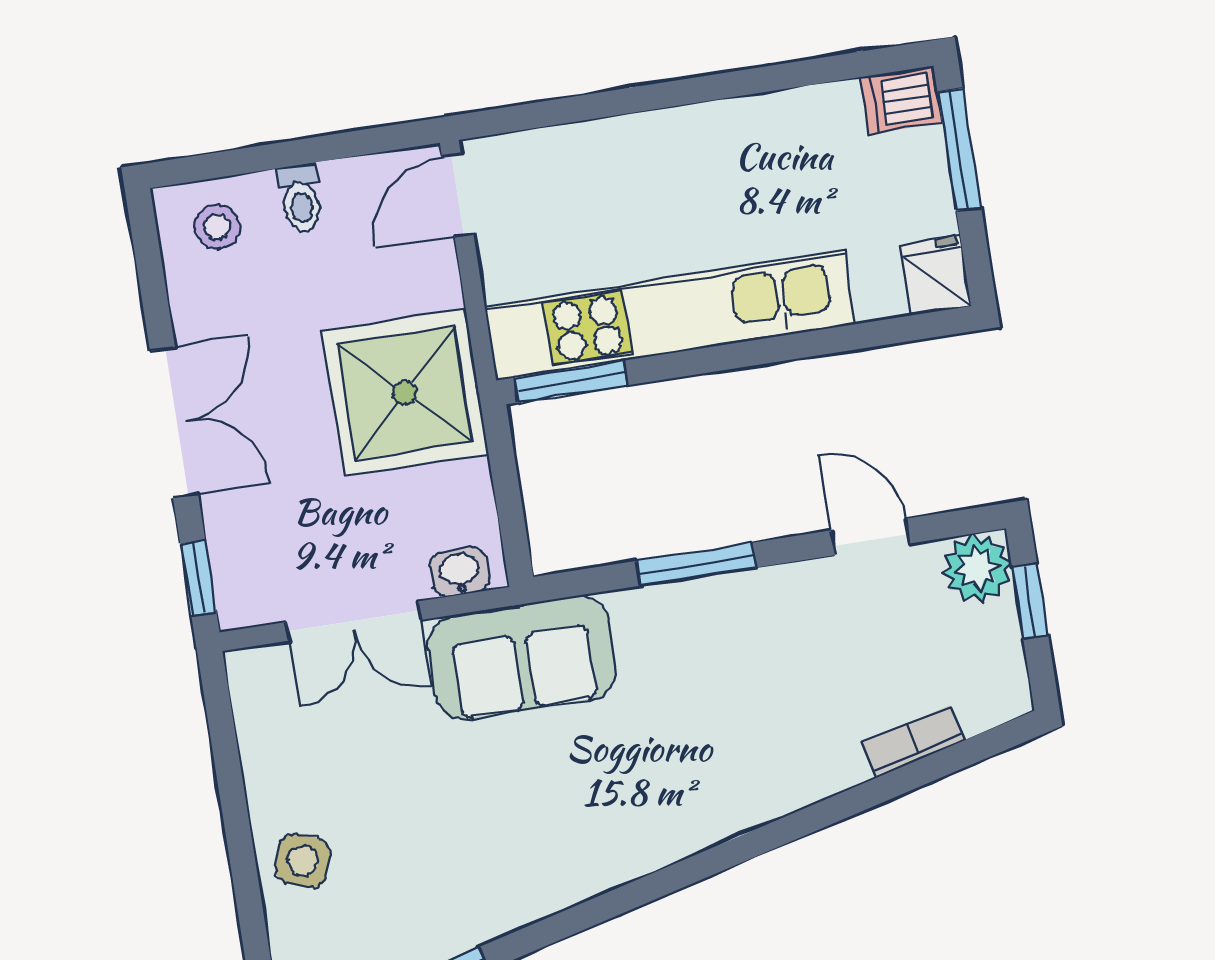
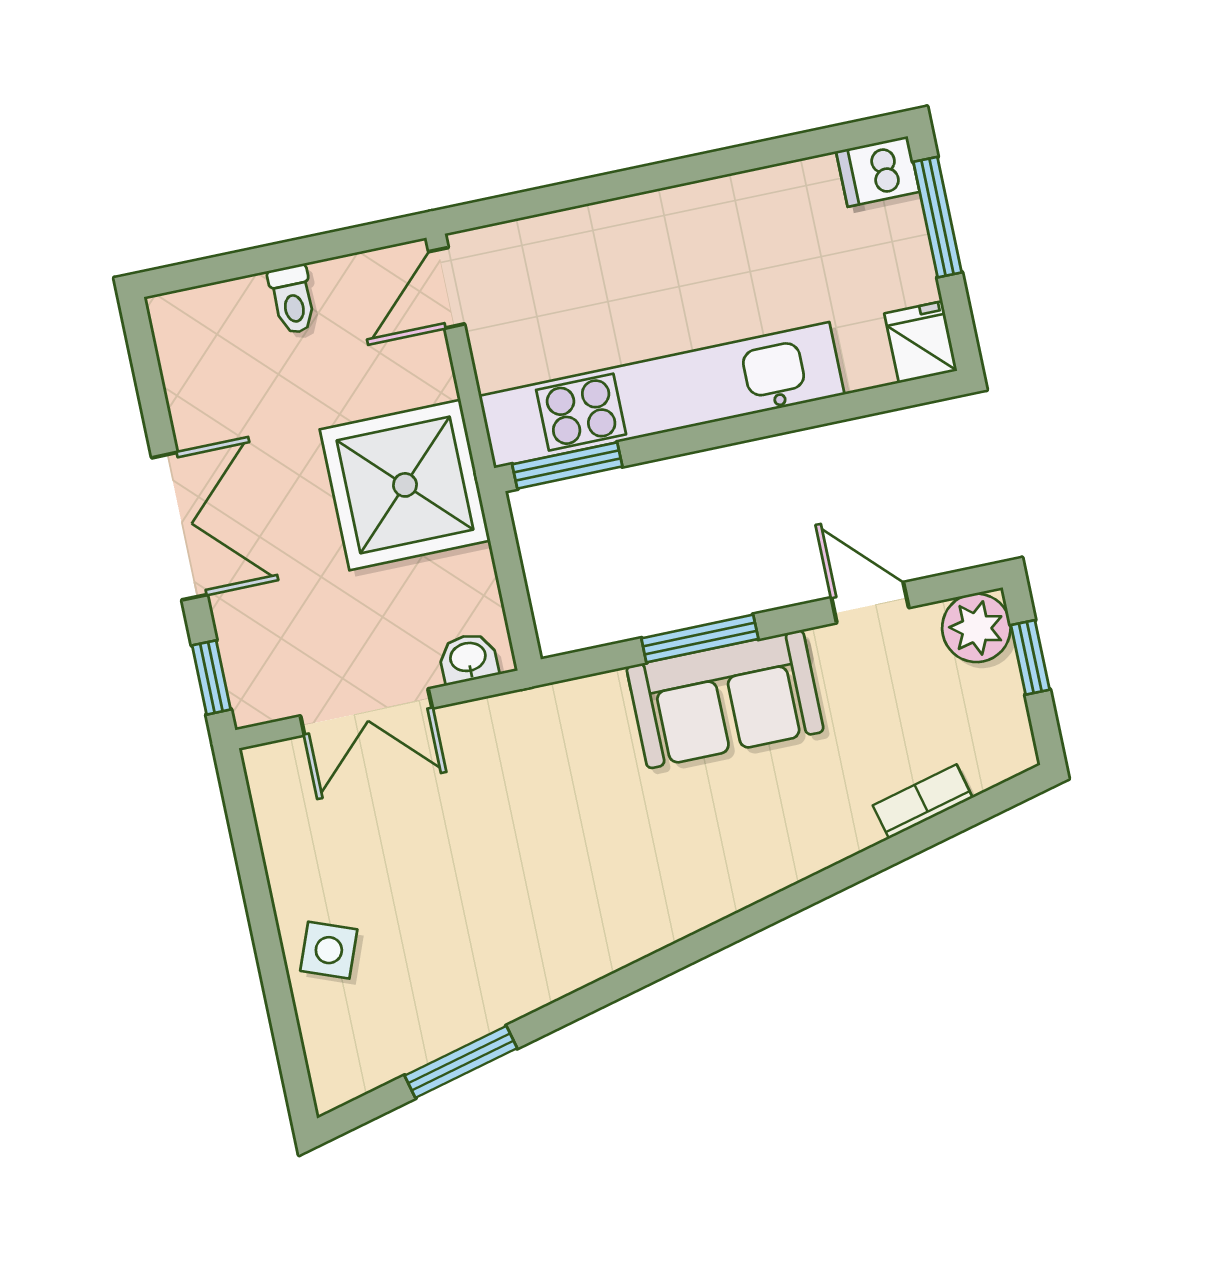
stool: (217, 227) -> (212, 331), removed
sofa: (522, 658) -> (725, 699), moved

